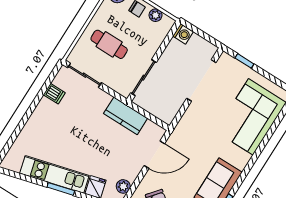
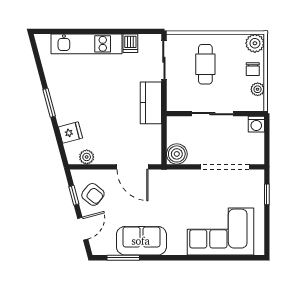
sliding door: (143, 78) -> (212, 114), moved
boiler: (167, 113) -> (177, 154), added
kitchen counter: (126, 116) -> (151, 103), moved
kitchen unit: (54, 174) -> (86, 44), moved, turned 105

